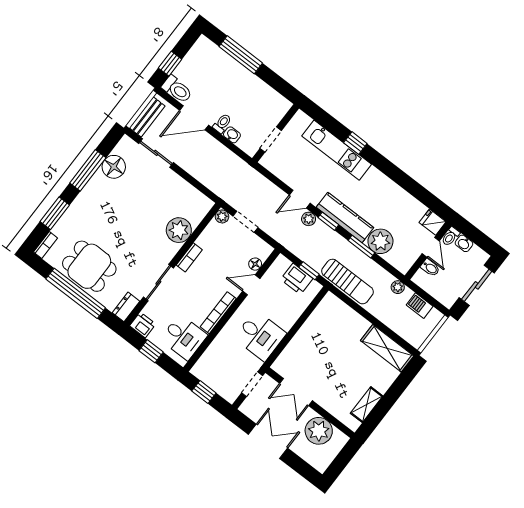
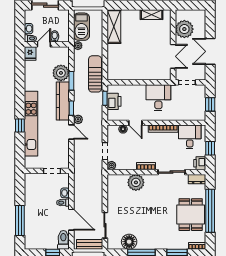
kitchen unit: (337, 150) -> (31, 124), width x1.36
barbecue: (420, 306) -> (81, 27), width x1.88, depth x1.53

